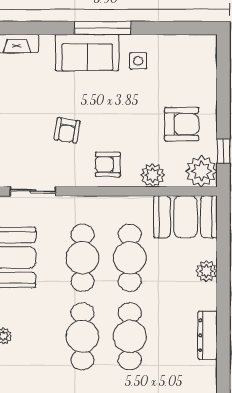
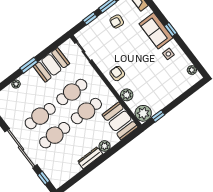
window: (103, 28) -> (171, 30), width x0.46
plant: (191, 43) -> (192, 70), added
armchair: (182, 124) -> (156, 91), removed
armchair: (67, 130) -> (117, 21), moved
dresser: (208, 335) -> (90, 158), moved

